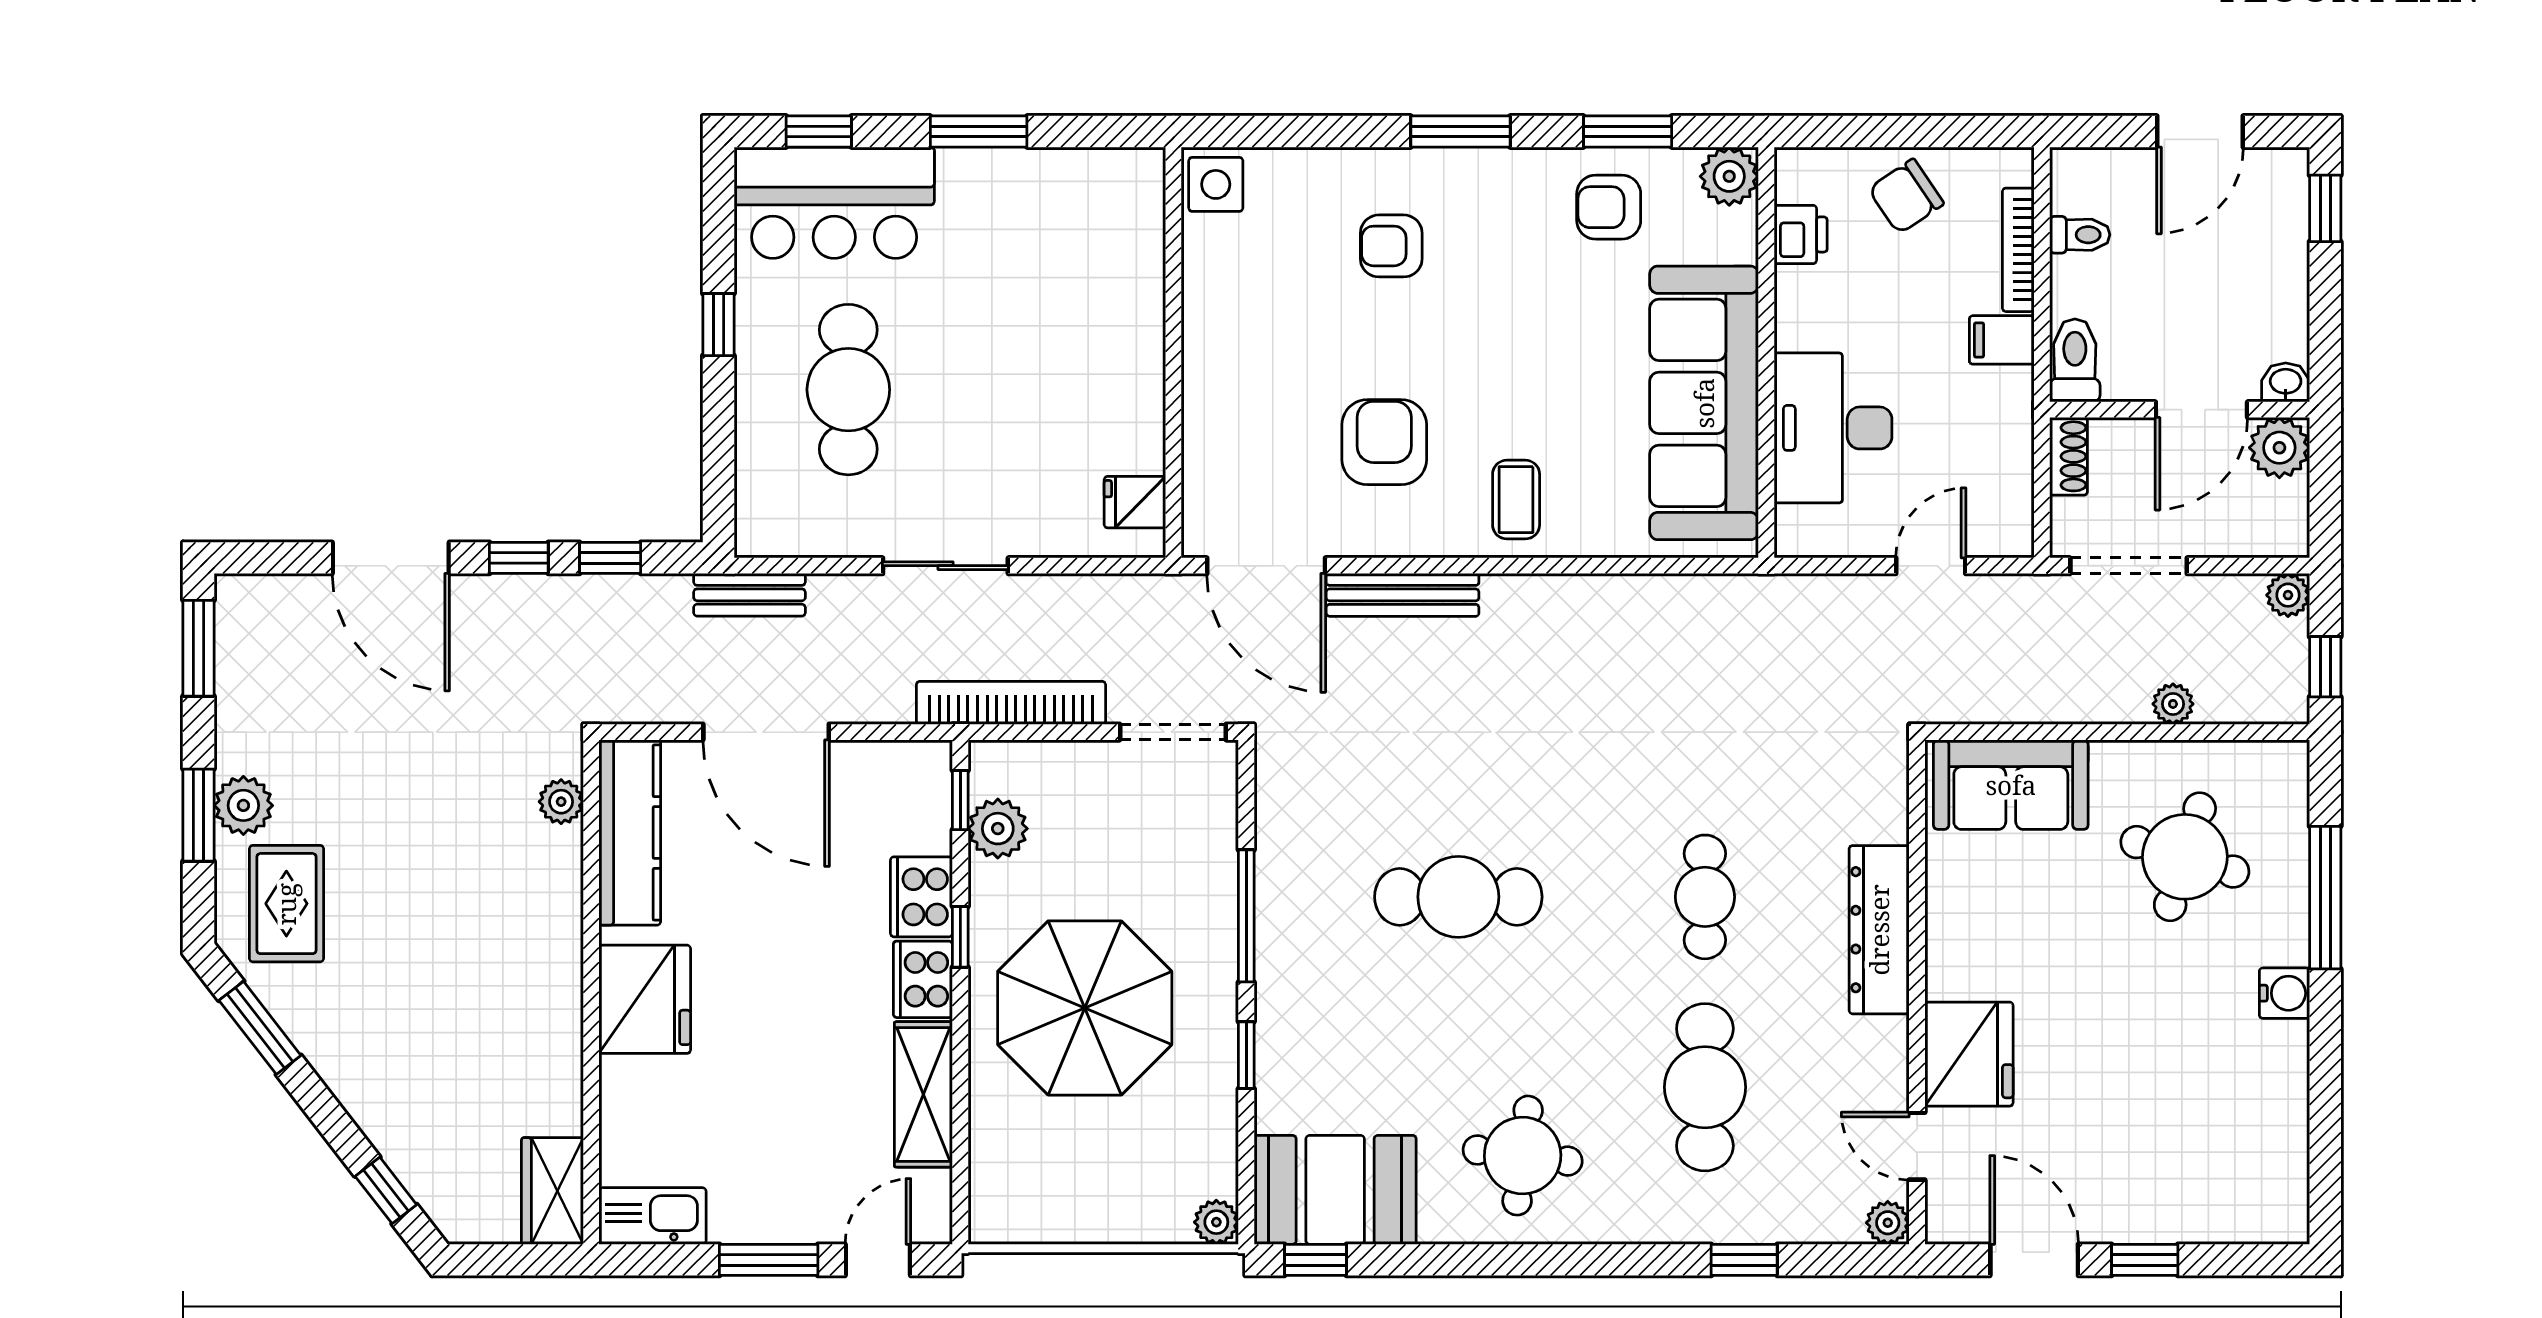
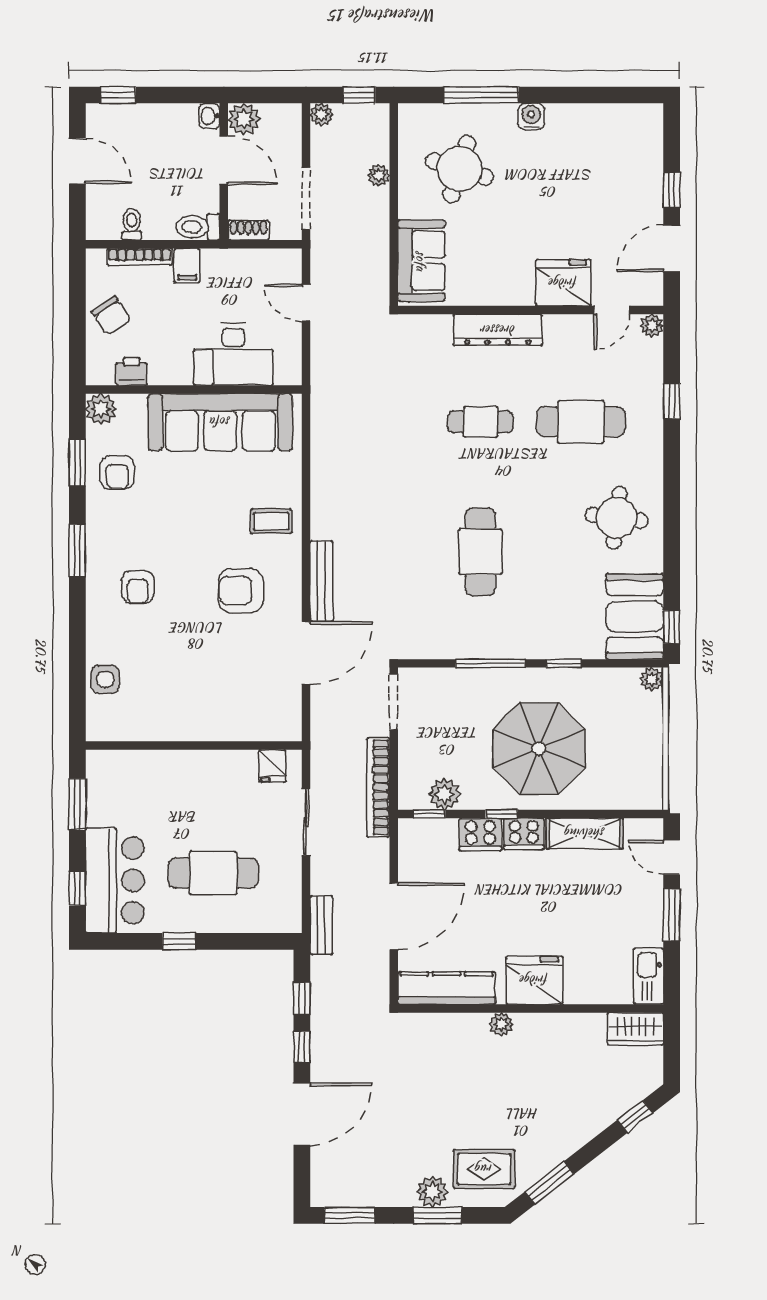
wall: (1173, 352) -> (194, 746), moved
fridge: (1135, 502) -> (273, 766), moved
plant: (561, 802) -> (501, 1024), moved

